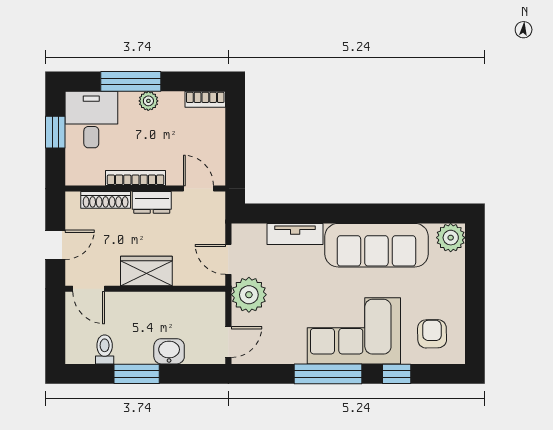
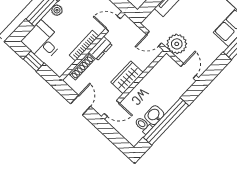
washbasin: (169, 351) -> (154, 115), moved
window: (137, 374) -> (166, 121), width x2.11

